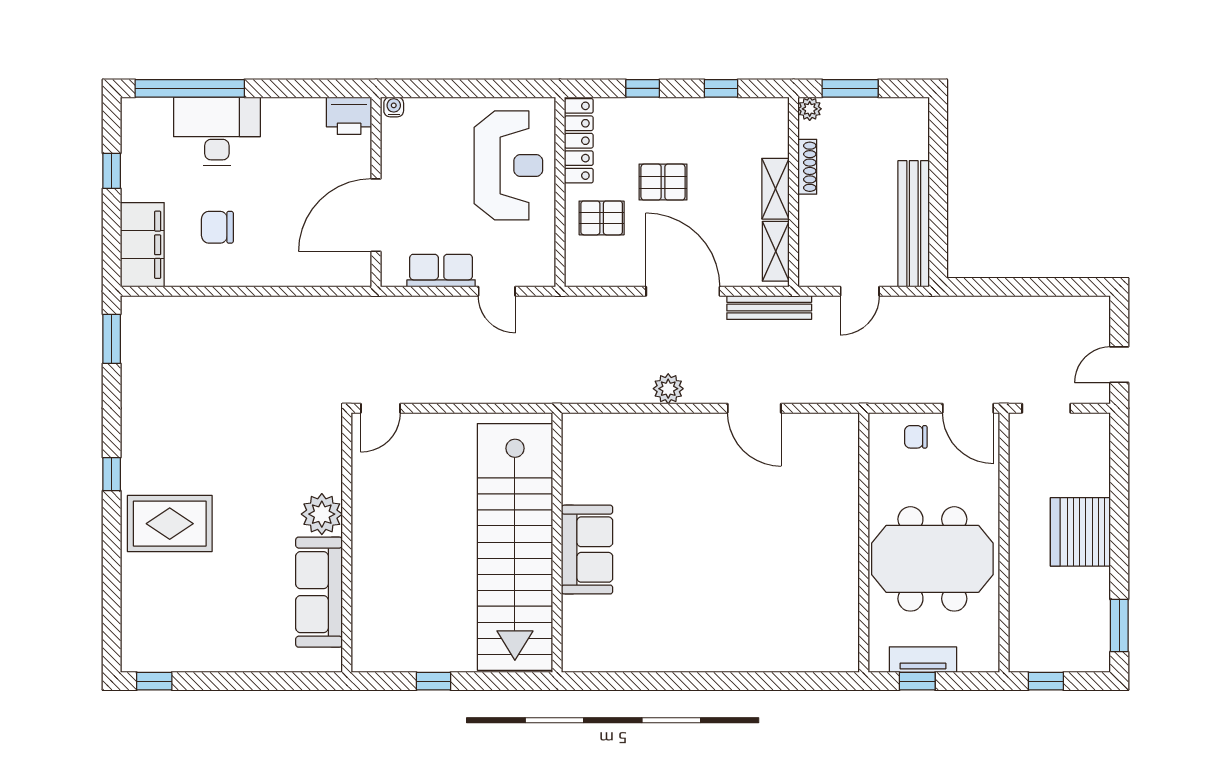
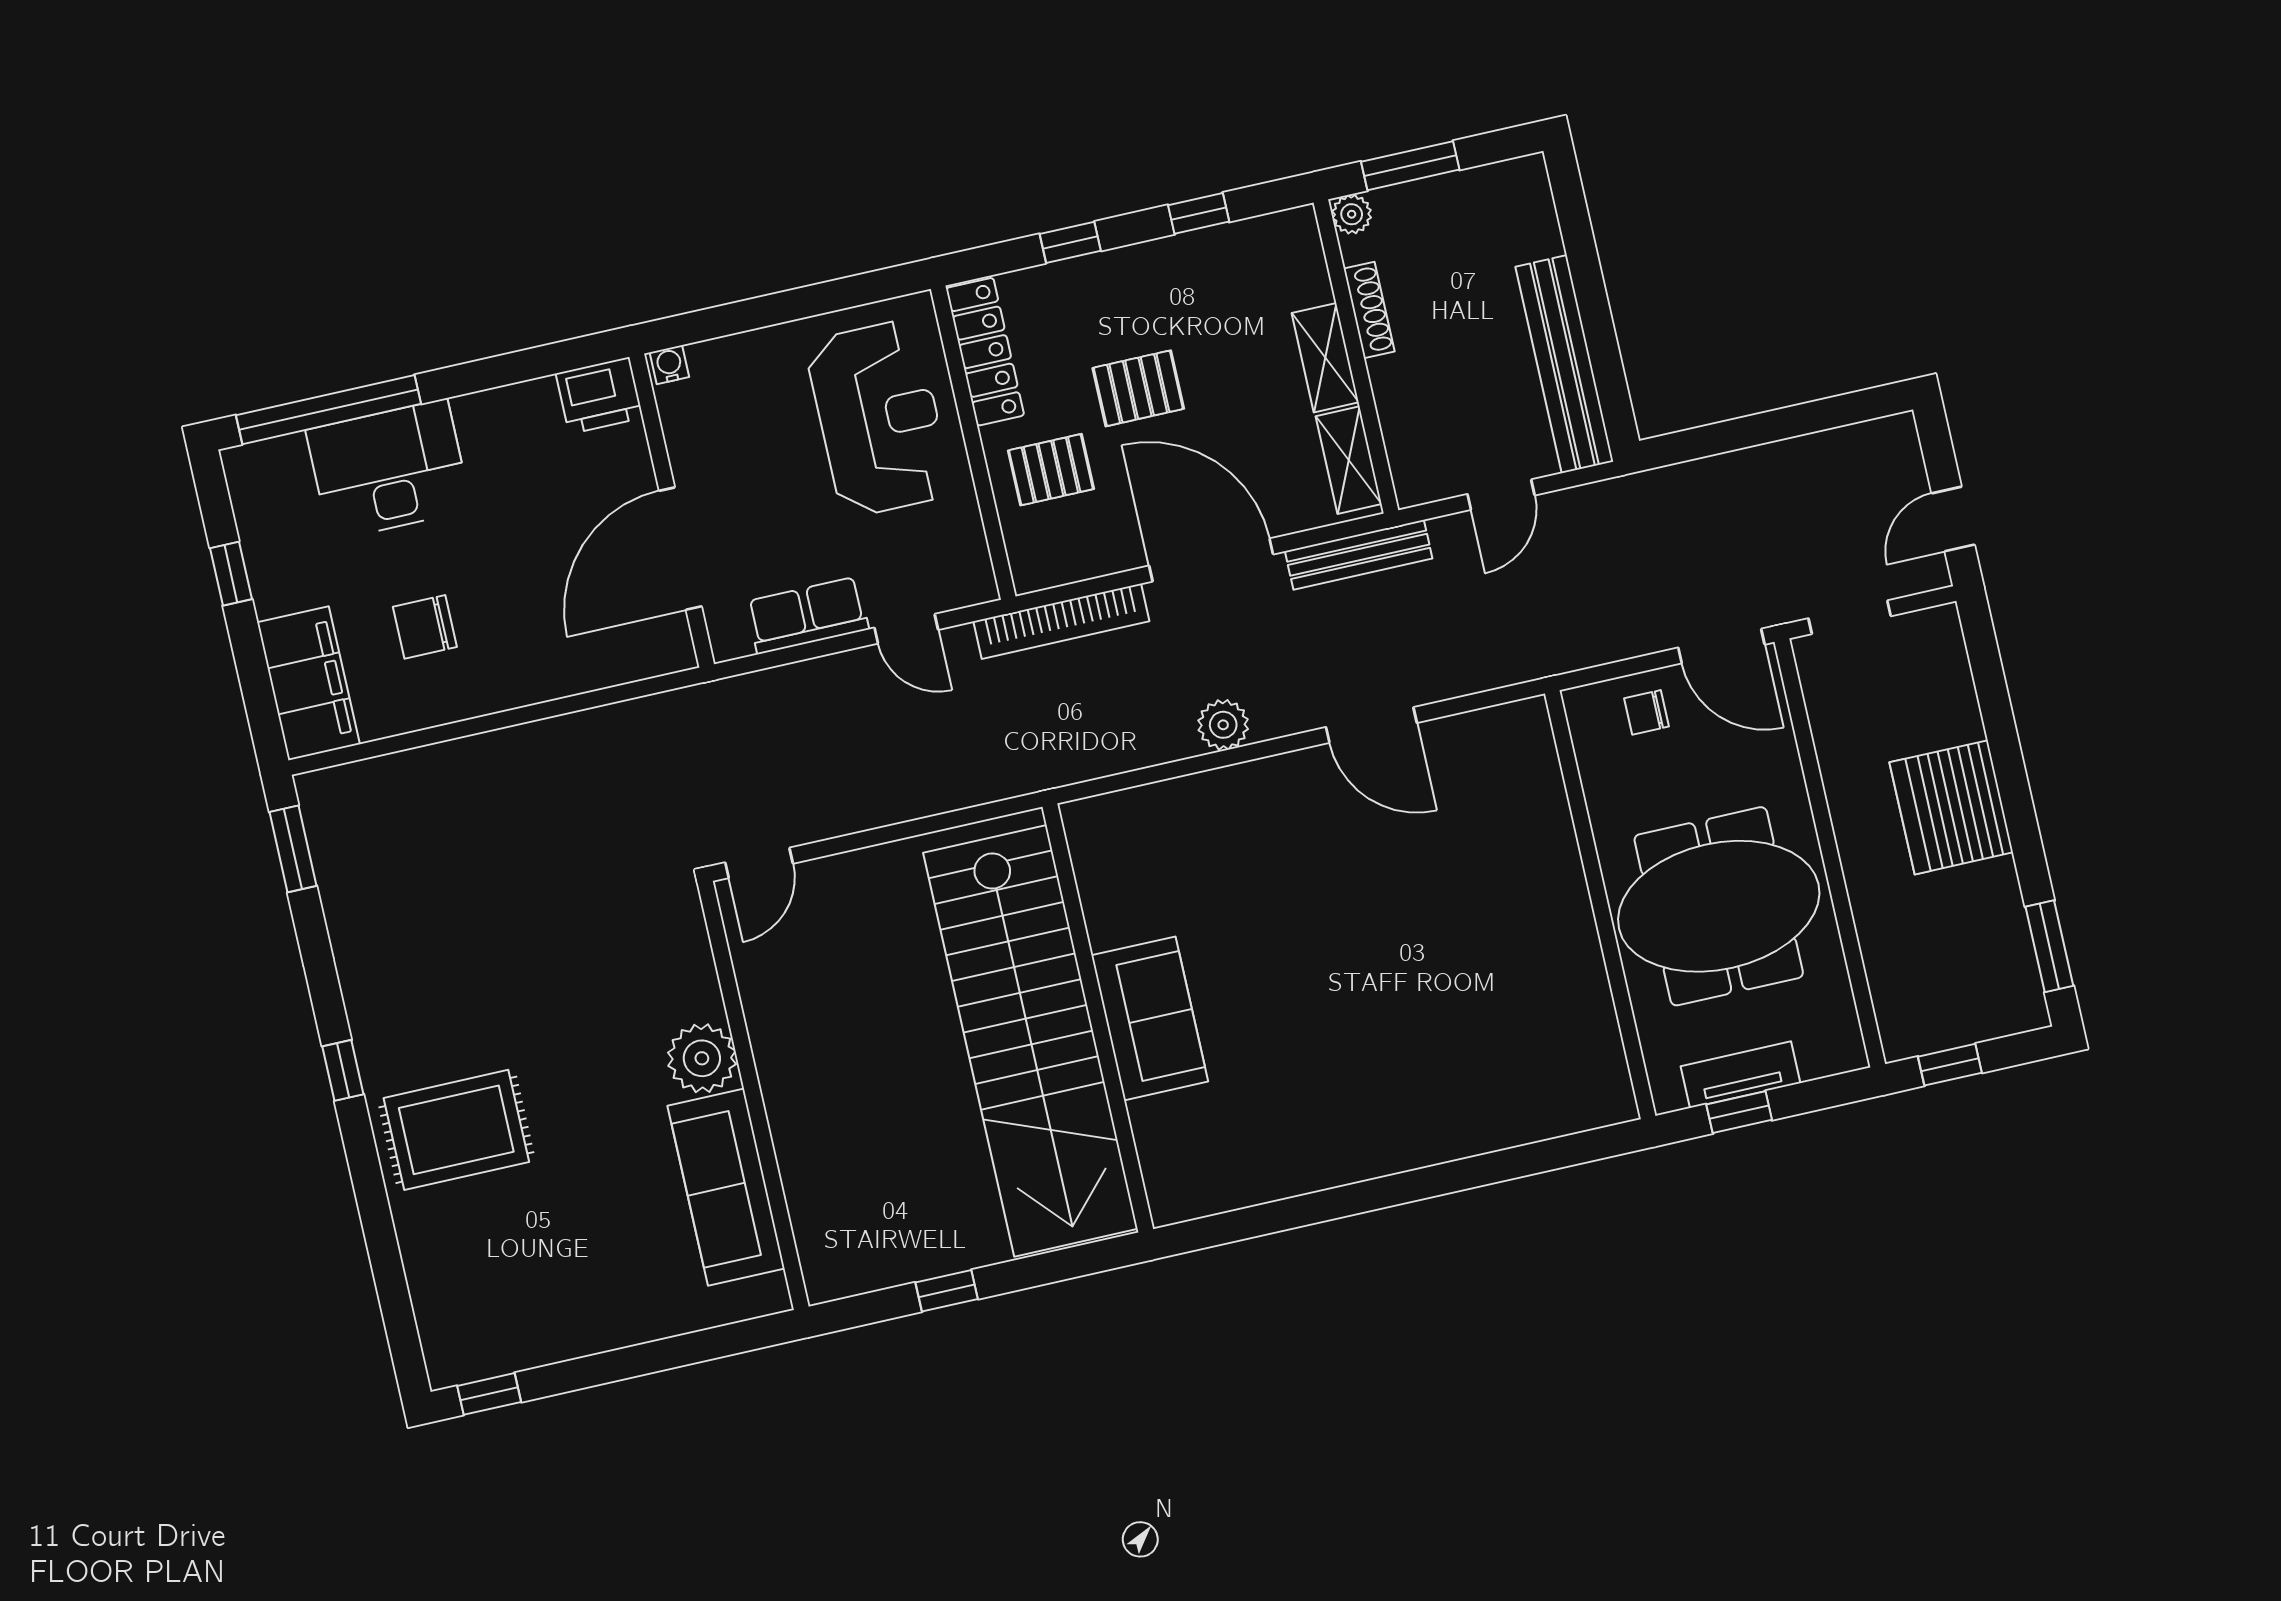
bookcase: (588, 307) -> (1061, 621), added

